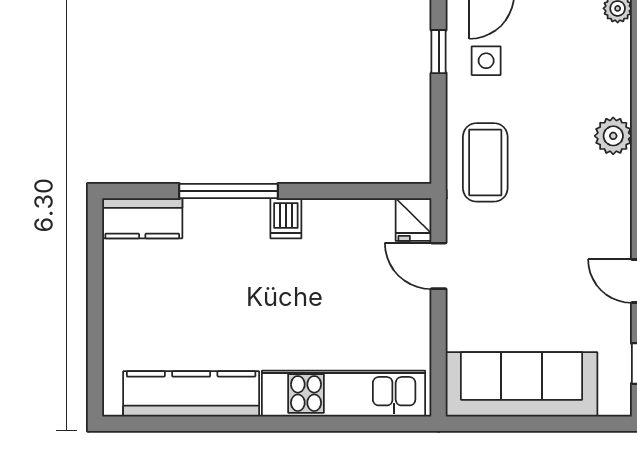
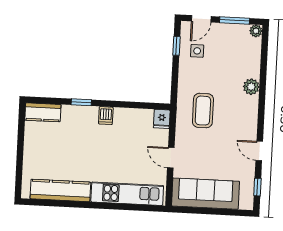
coffee table: (485, 162) -> (203, 111), moved
window: (229, 191) -> (81, 102), width x0.46
door: (439, 266) -> (171, 158), moved

